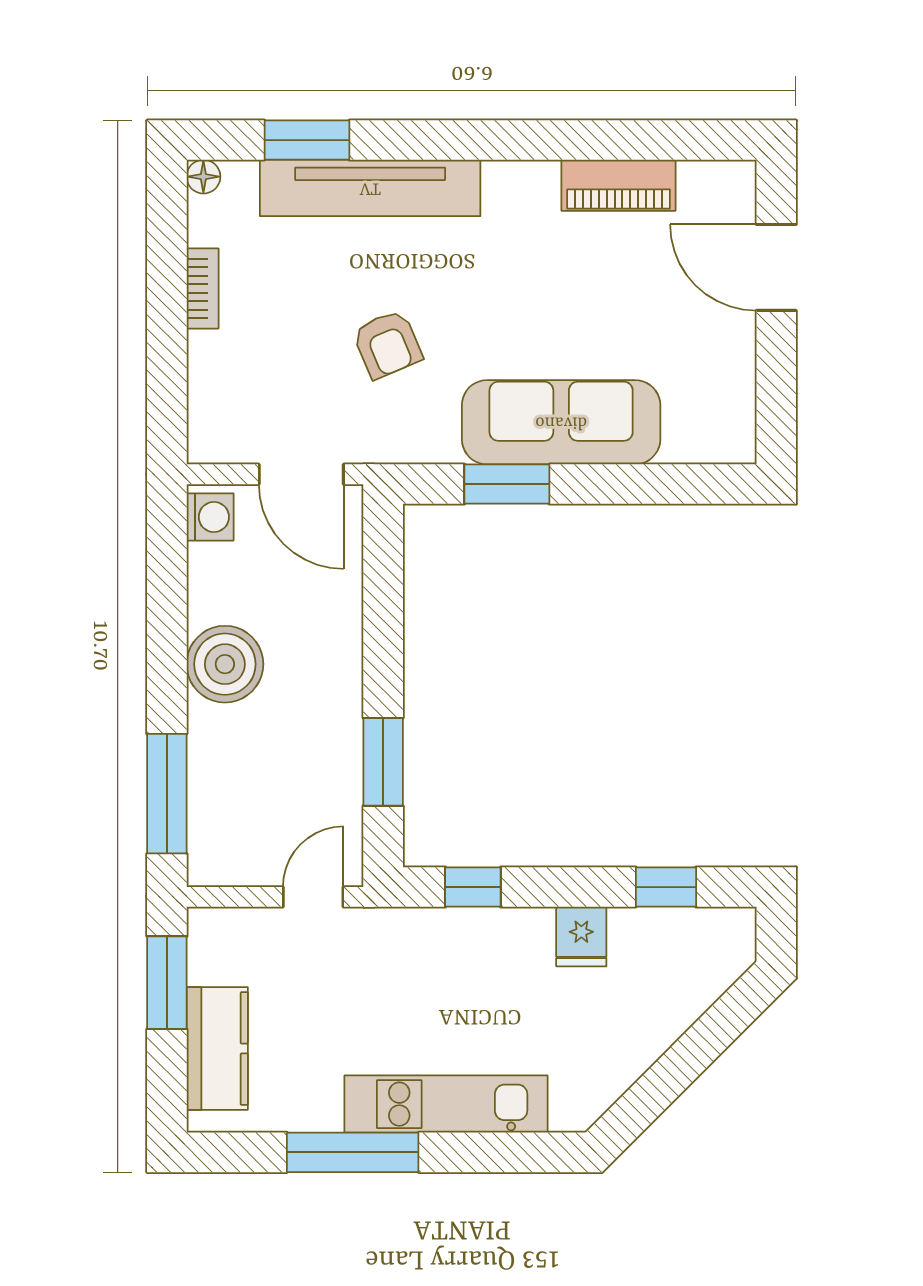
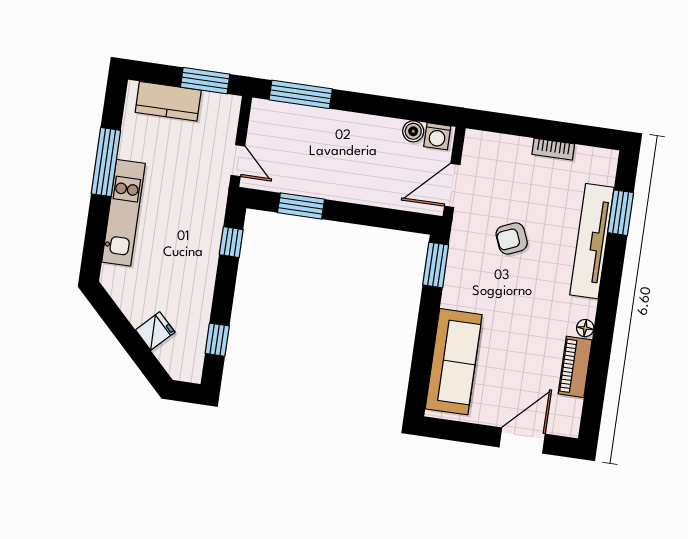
floor lamp: (203, 177) -> (585, 328), moved
sofa: (561, 422) -> (454, 362), moved
window: (507, 484) -> (436, 265), moved
boiler: (225, 664) -> (413, 131), moved, width x0.54, depth x0.54
fridge: (581, 937) -> (155, 331), moved, turned 135

